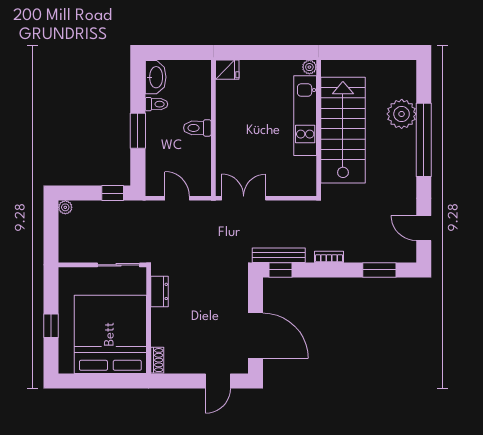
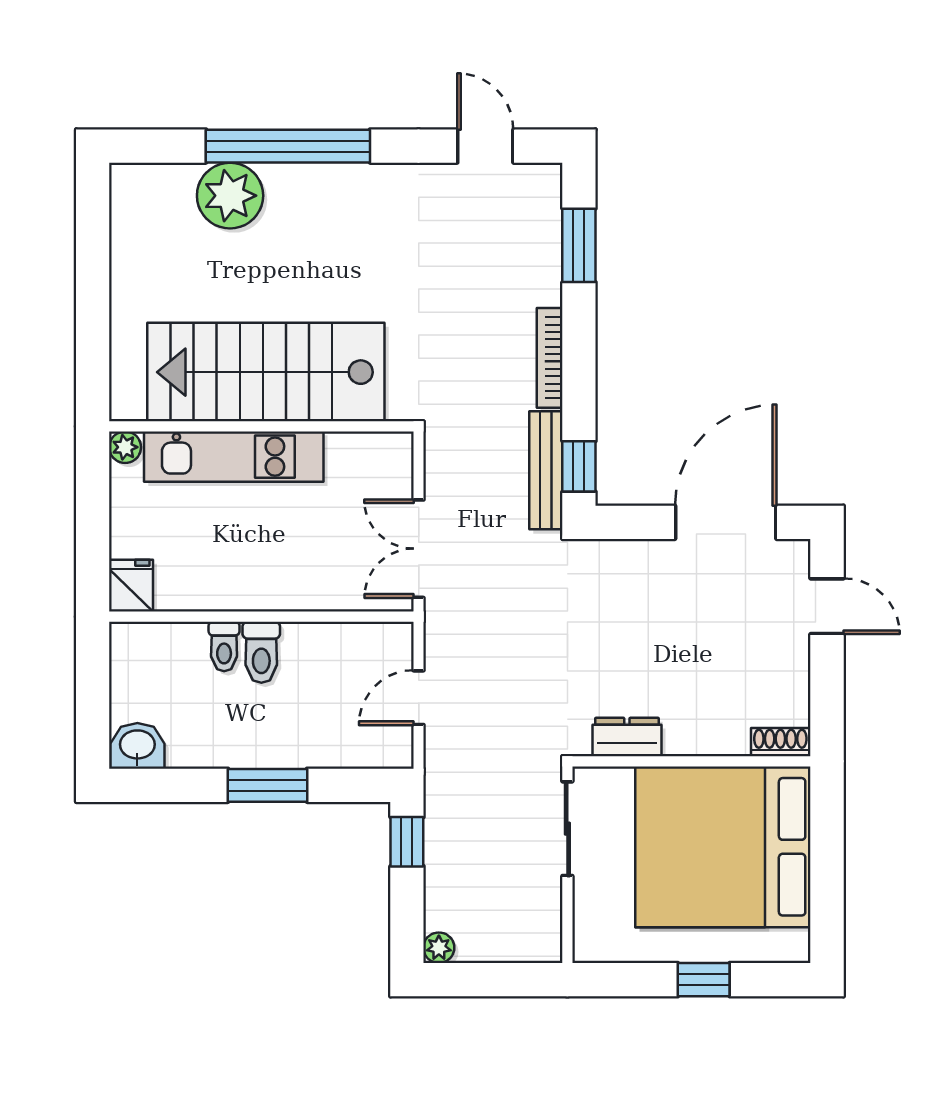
plant: (309, 67) -> (125, 447), moved
washbasin: (156, 77) -> (137, 746), width x0.72
toilet: (156, 104) -> (224, 646), moved, turned 180
kitchen unit: (305, 116) -> (234, 457), moved
wall: (319, 128) -> (261, 426), moved
stairs: (343, 130) -> (266, 372), moved
door: (424, 228) -> (485, 146), swing flipped
bookcase: (329, 257) -> (550, 358), width x1.56

